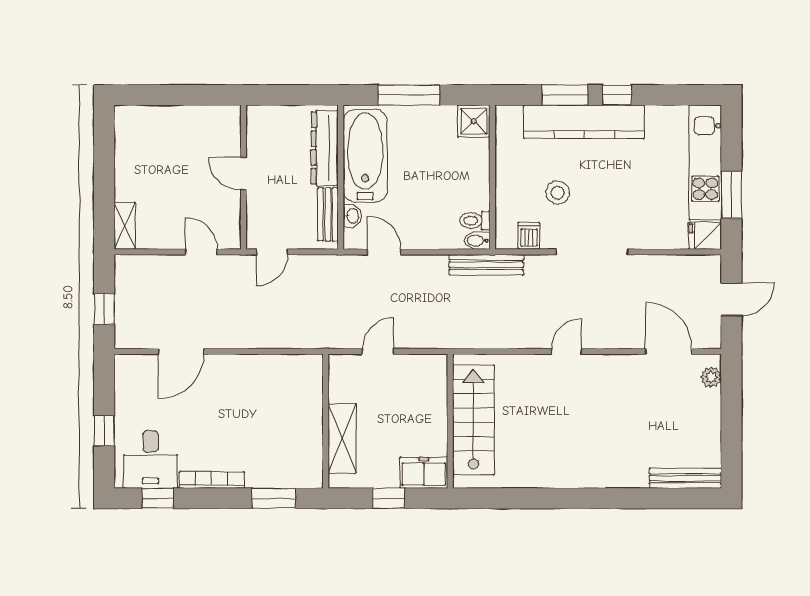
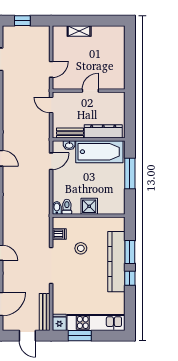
shower: (474, 121) -> (89, 206), moved
shelving: (125, 226) -> (79, 31), moved
bench: (486, 265) -> (45, 312), moved

